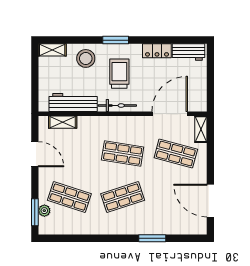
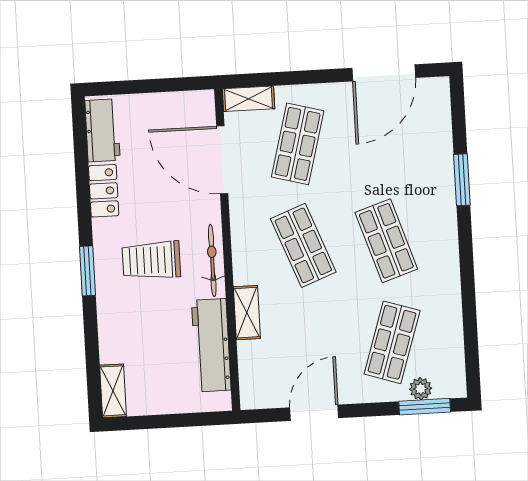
stool: (86, 58) -> (126, 326), removed
shelving: (63, 122) -> (247, 313), moved
shop shelf: (123, 153) -> (303, 245), turned -30

